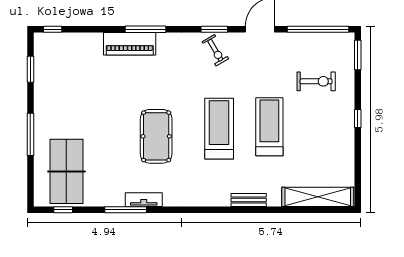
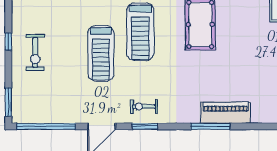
exercise bike: (215, 50) -> (144, 107), turned -60
exercise bike: (316, 81) -> (35, 52), moved, turned -90
treadmill: (269, 127) -> (101, 53), moved

